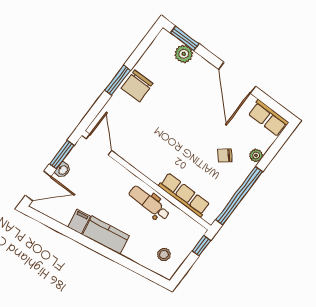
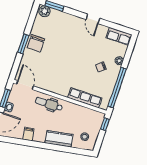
plant: (184, 54) -> (44, 11), moved
door: (237, 78) -> (93, 19), width x0.53
dental chair: (149, 203) -> (49, 104), moved
kitchen counter: (106, 235) -> (59, 139), moved

